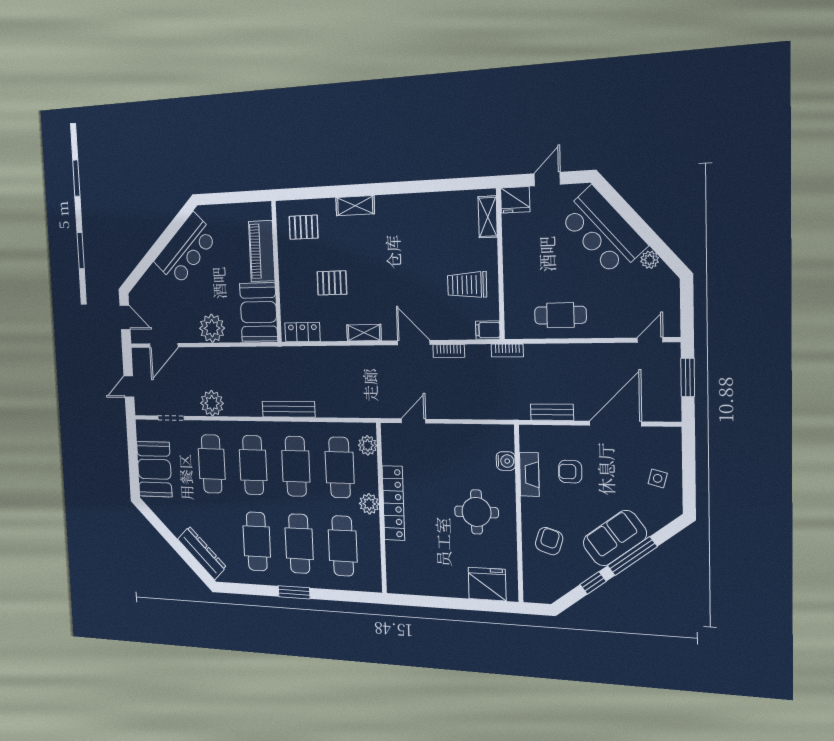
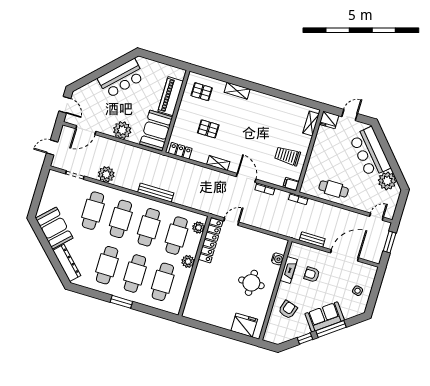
plant: (650, 260) -> (387, 181), width x1.87, depth x1.87
booth: (154, 469) -> (54, 228), moved, turned -45
locker: (393, 503) -> (210, 240), moved

